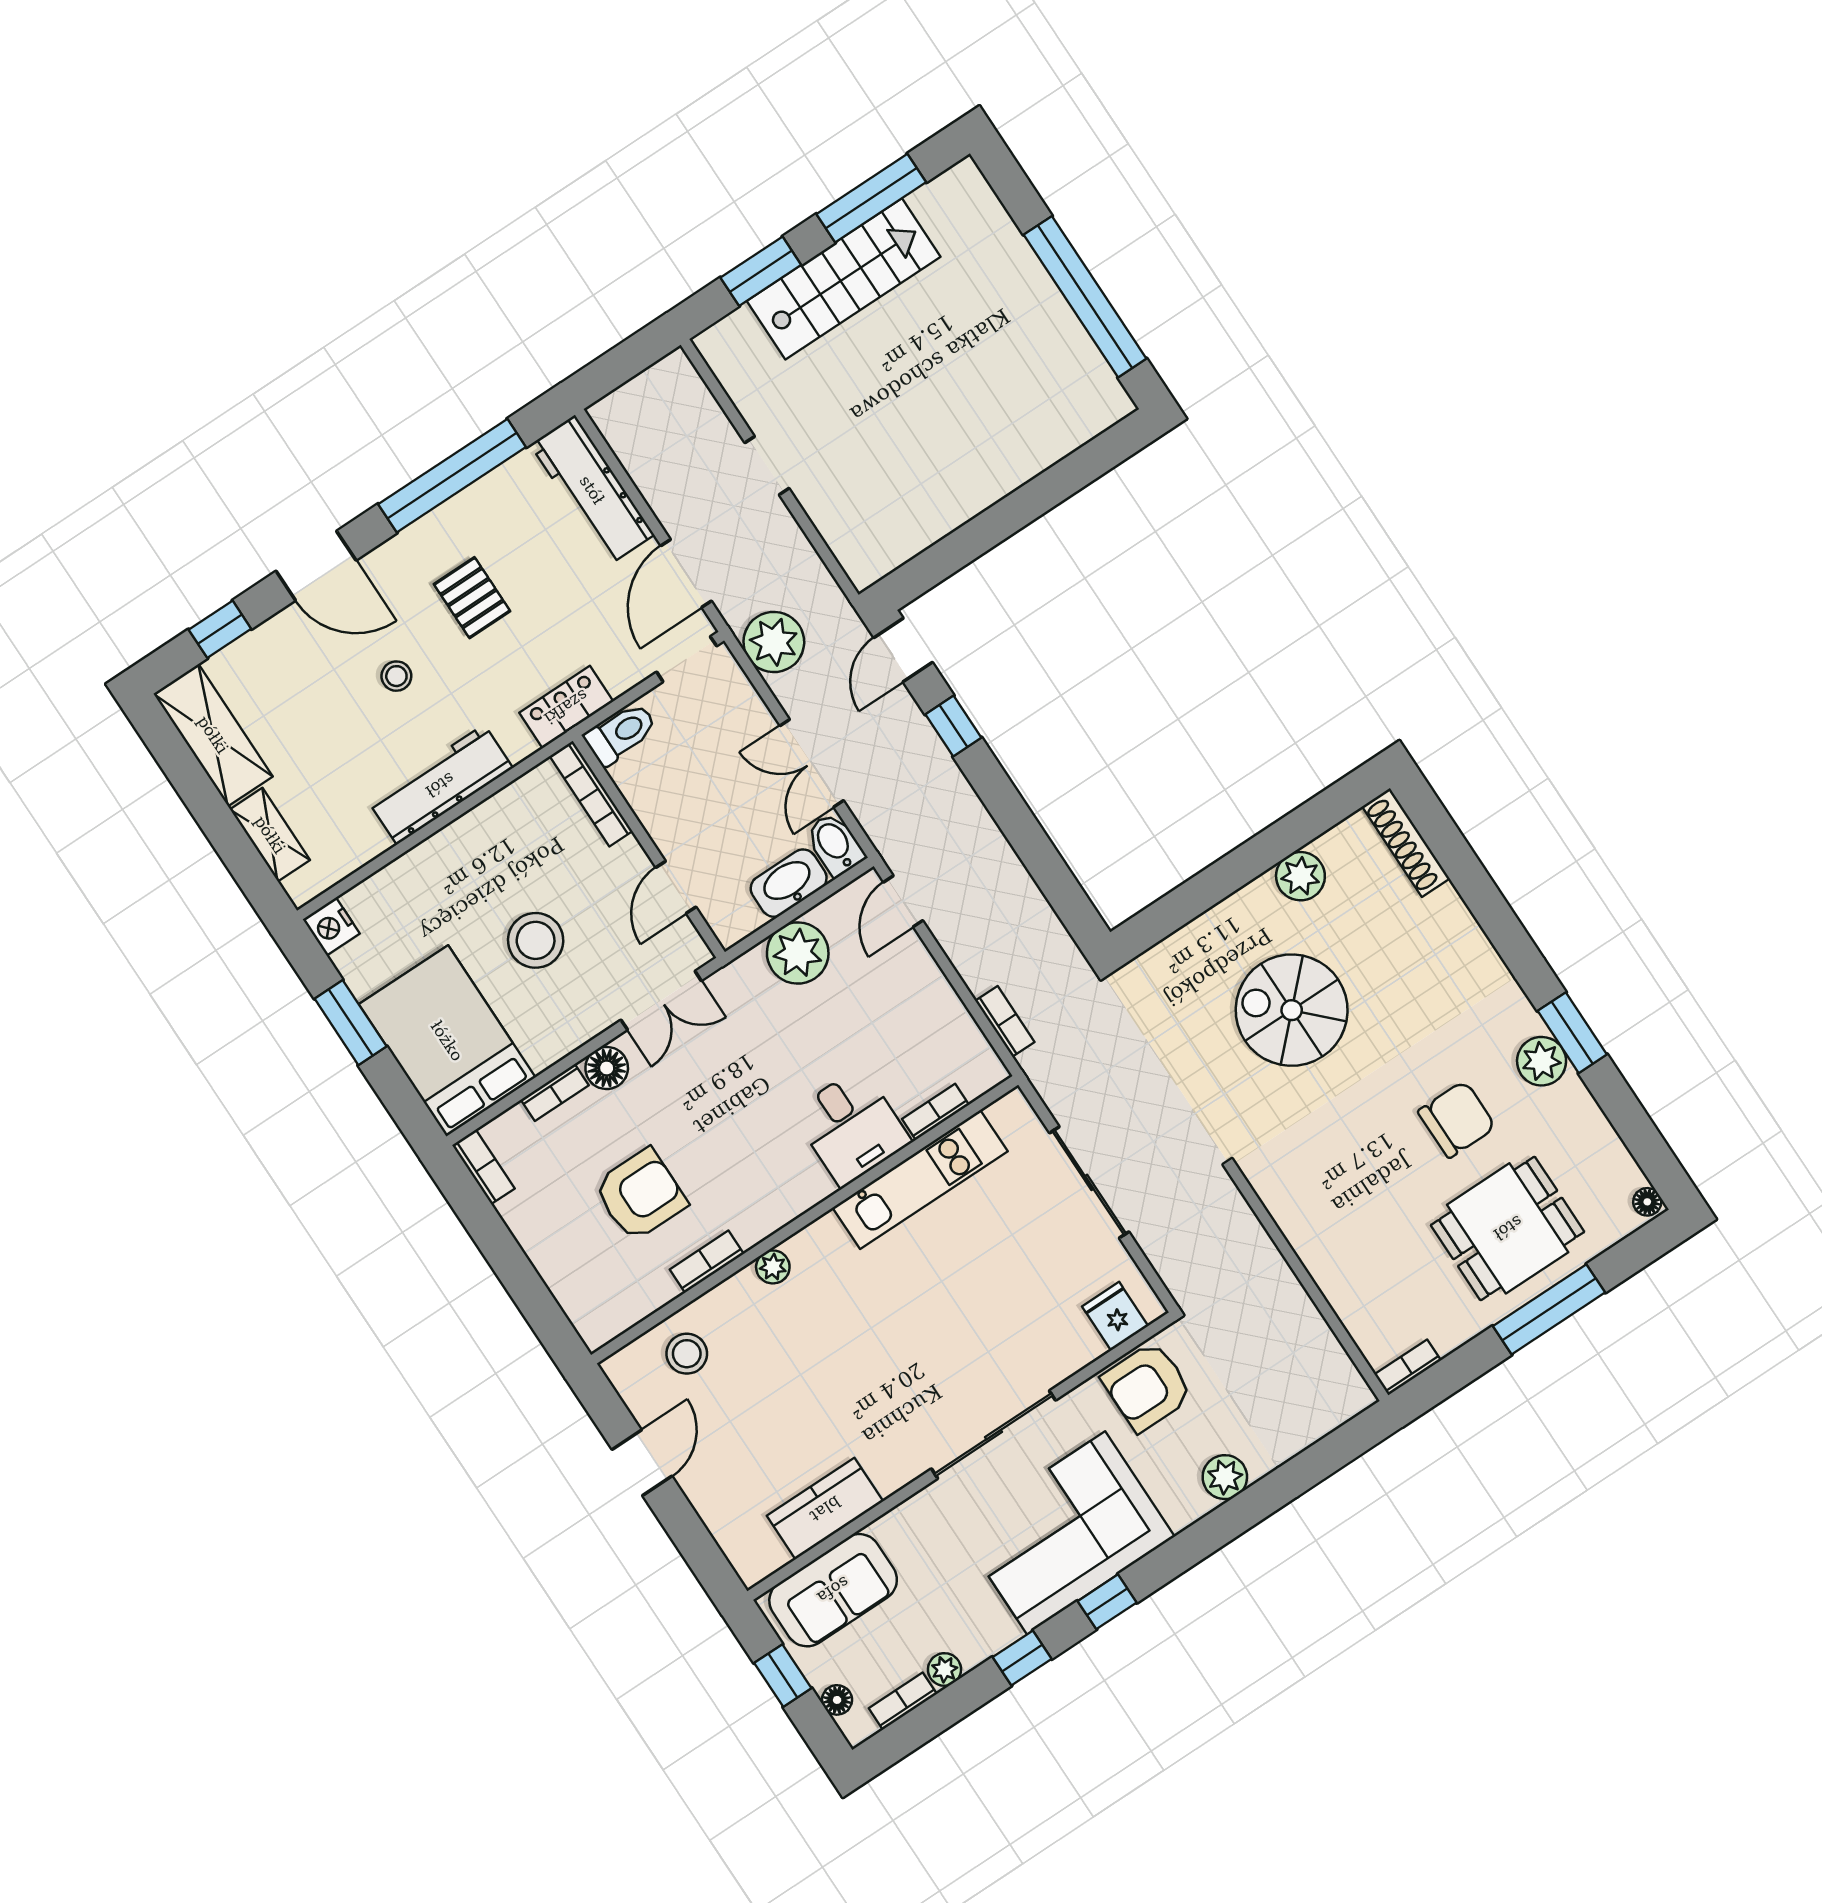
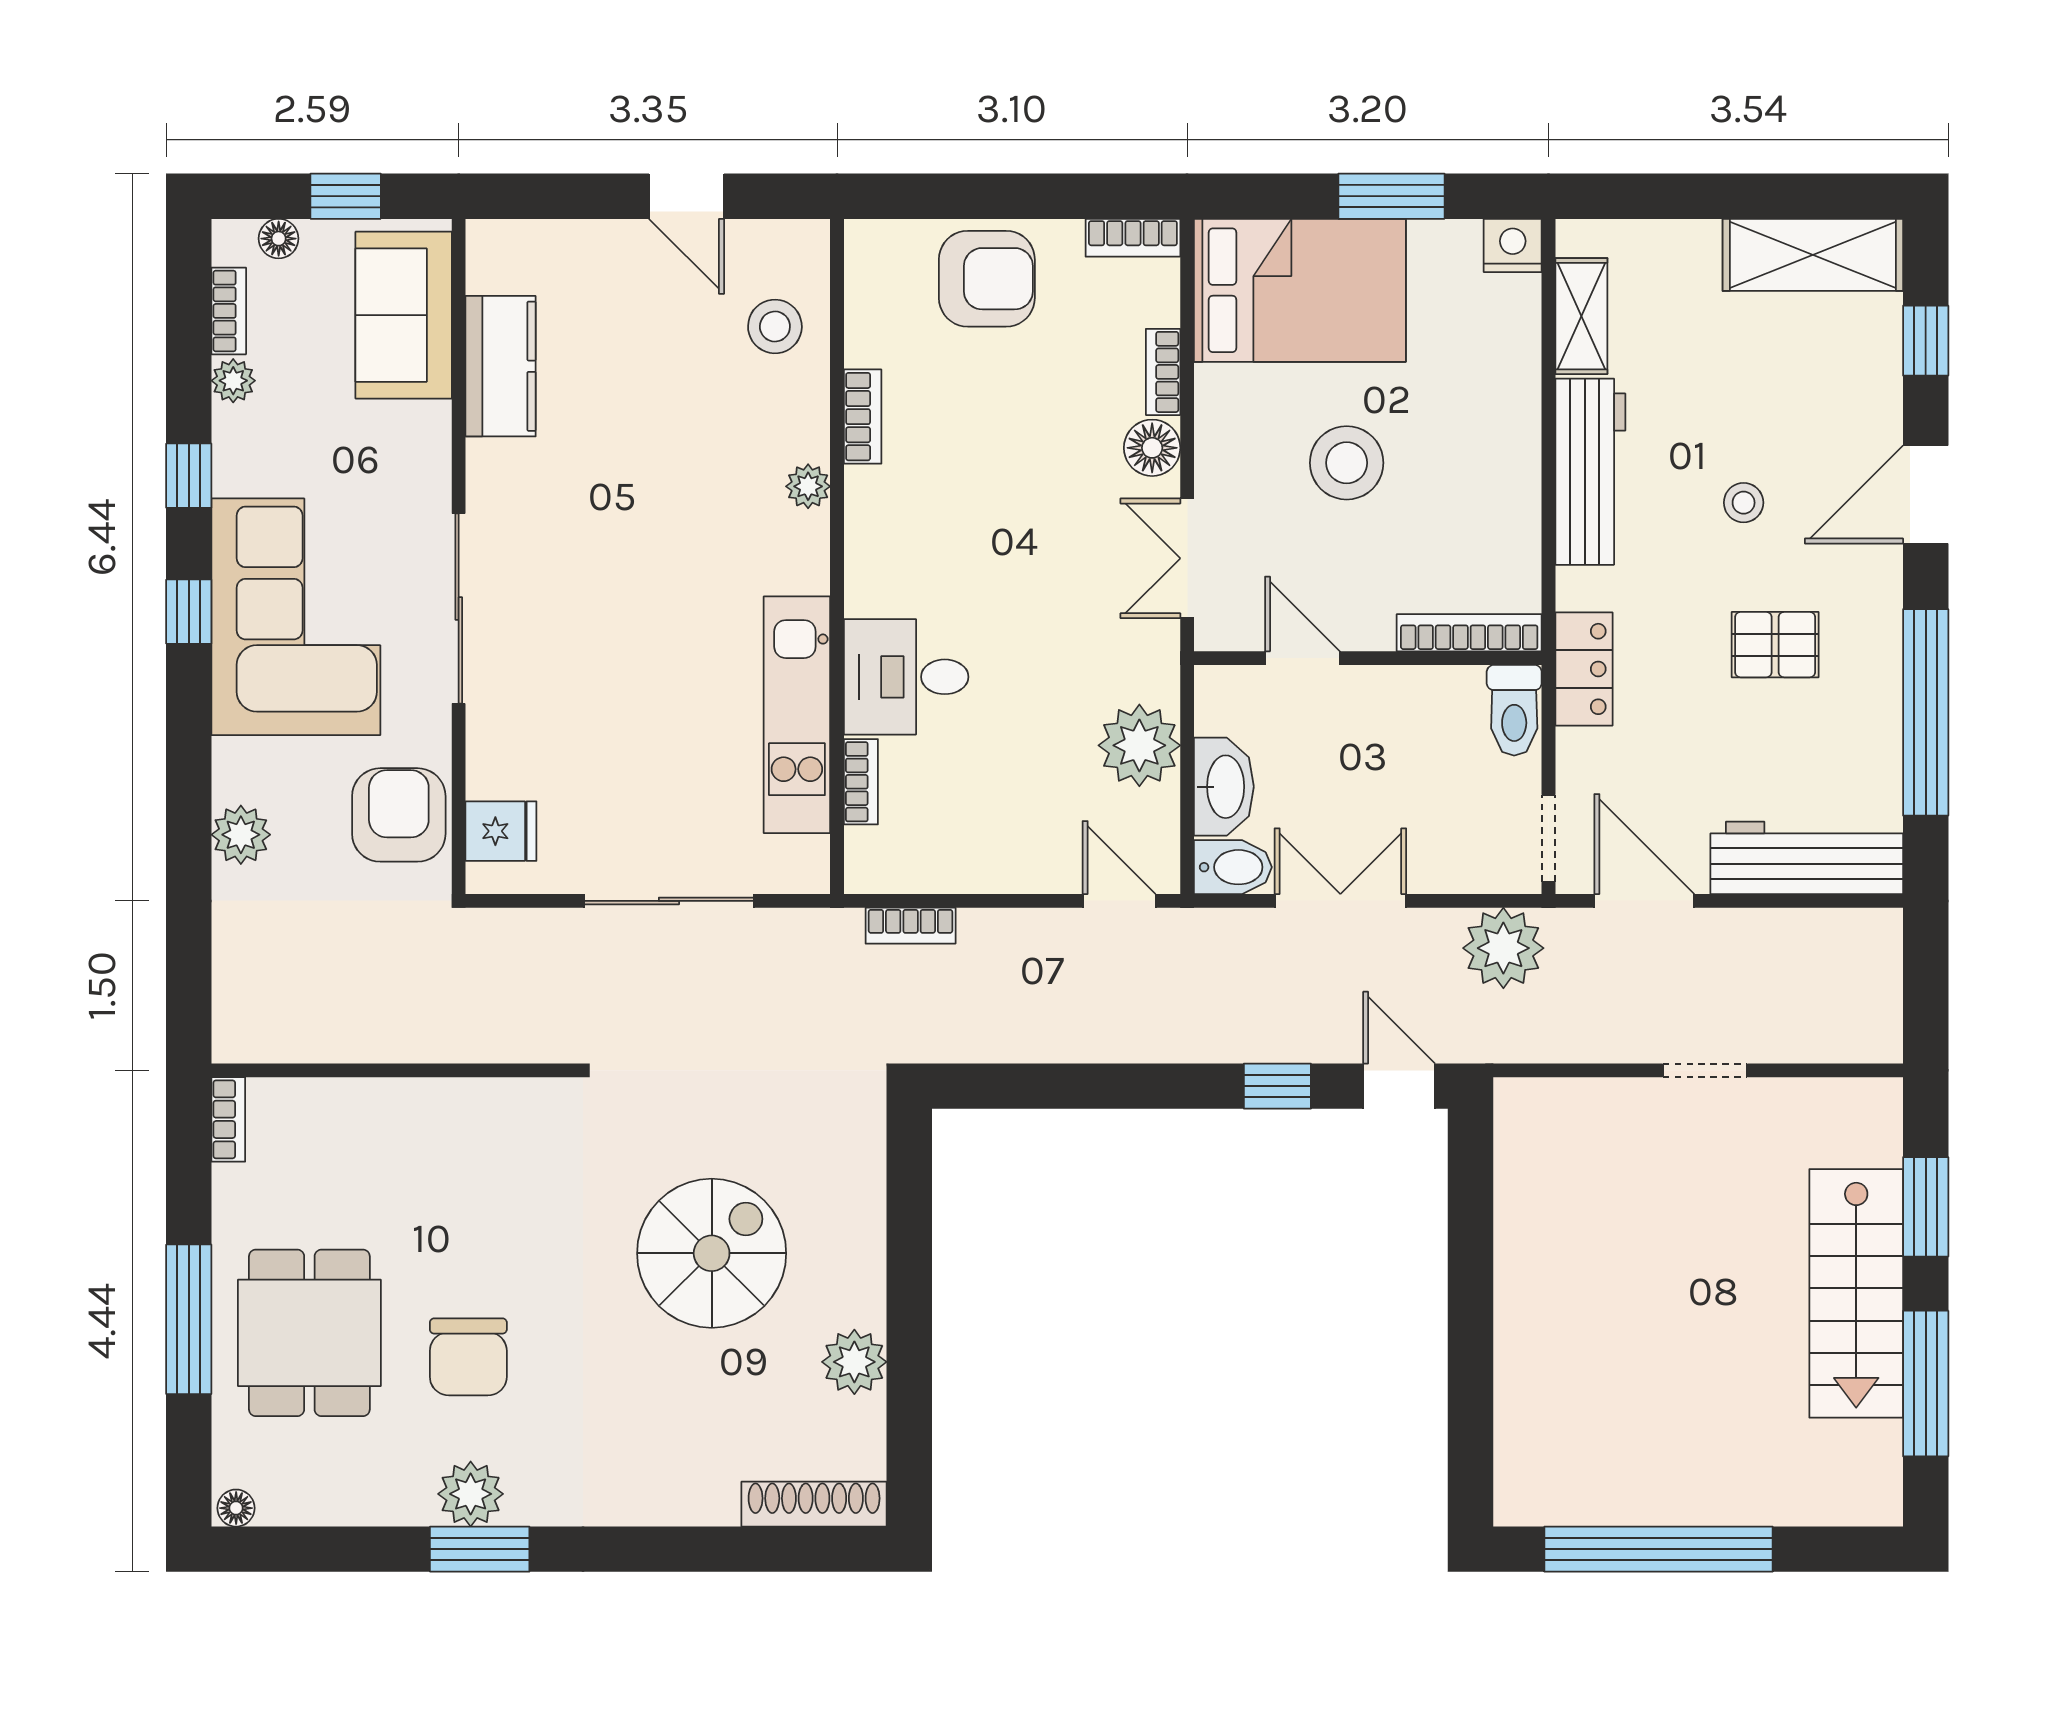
shelving: (270, 835) -> (1581, 316), moved, turned 90
armchair: (640, 1195) -> (987, 279), moved, turned -90

